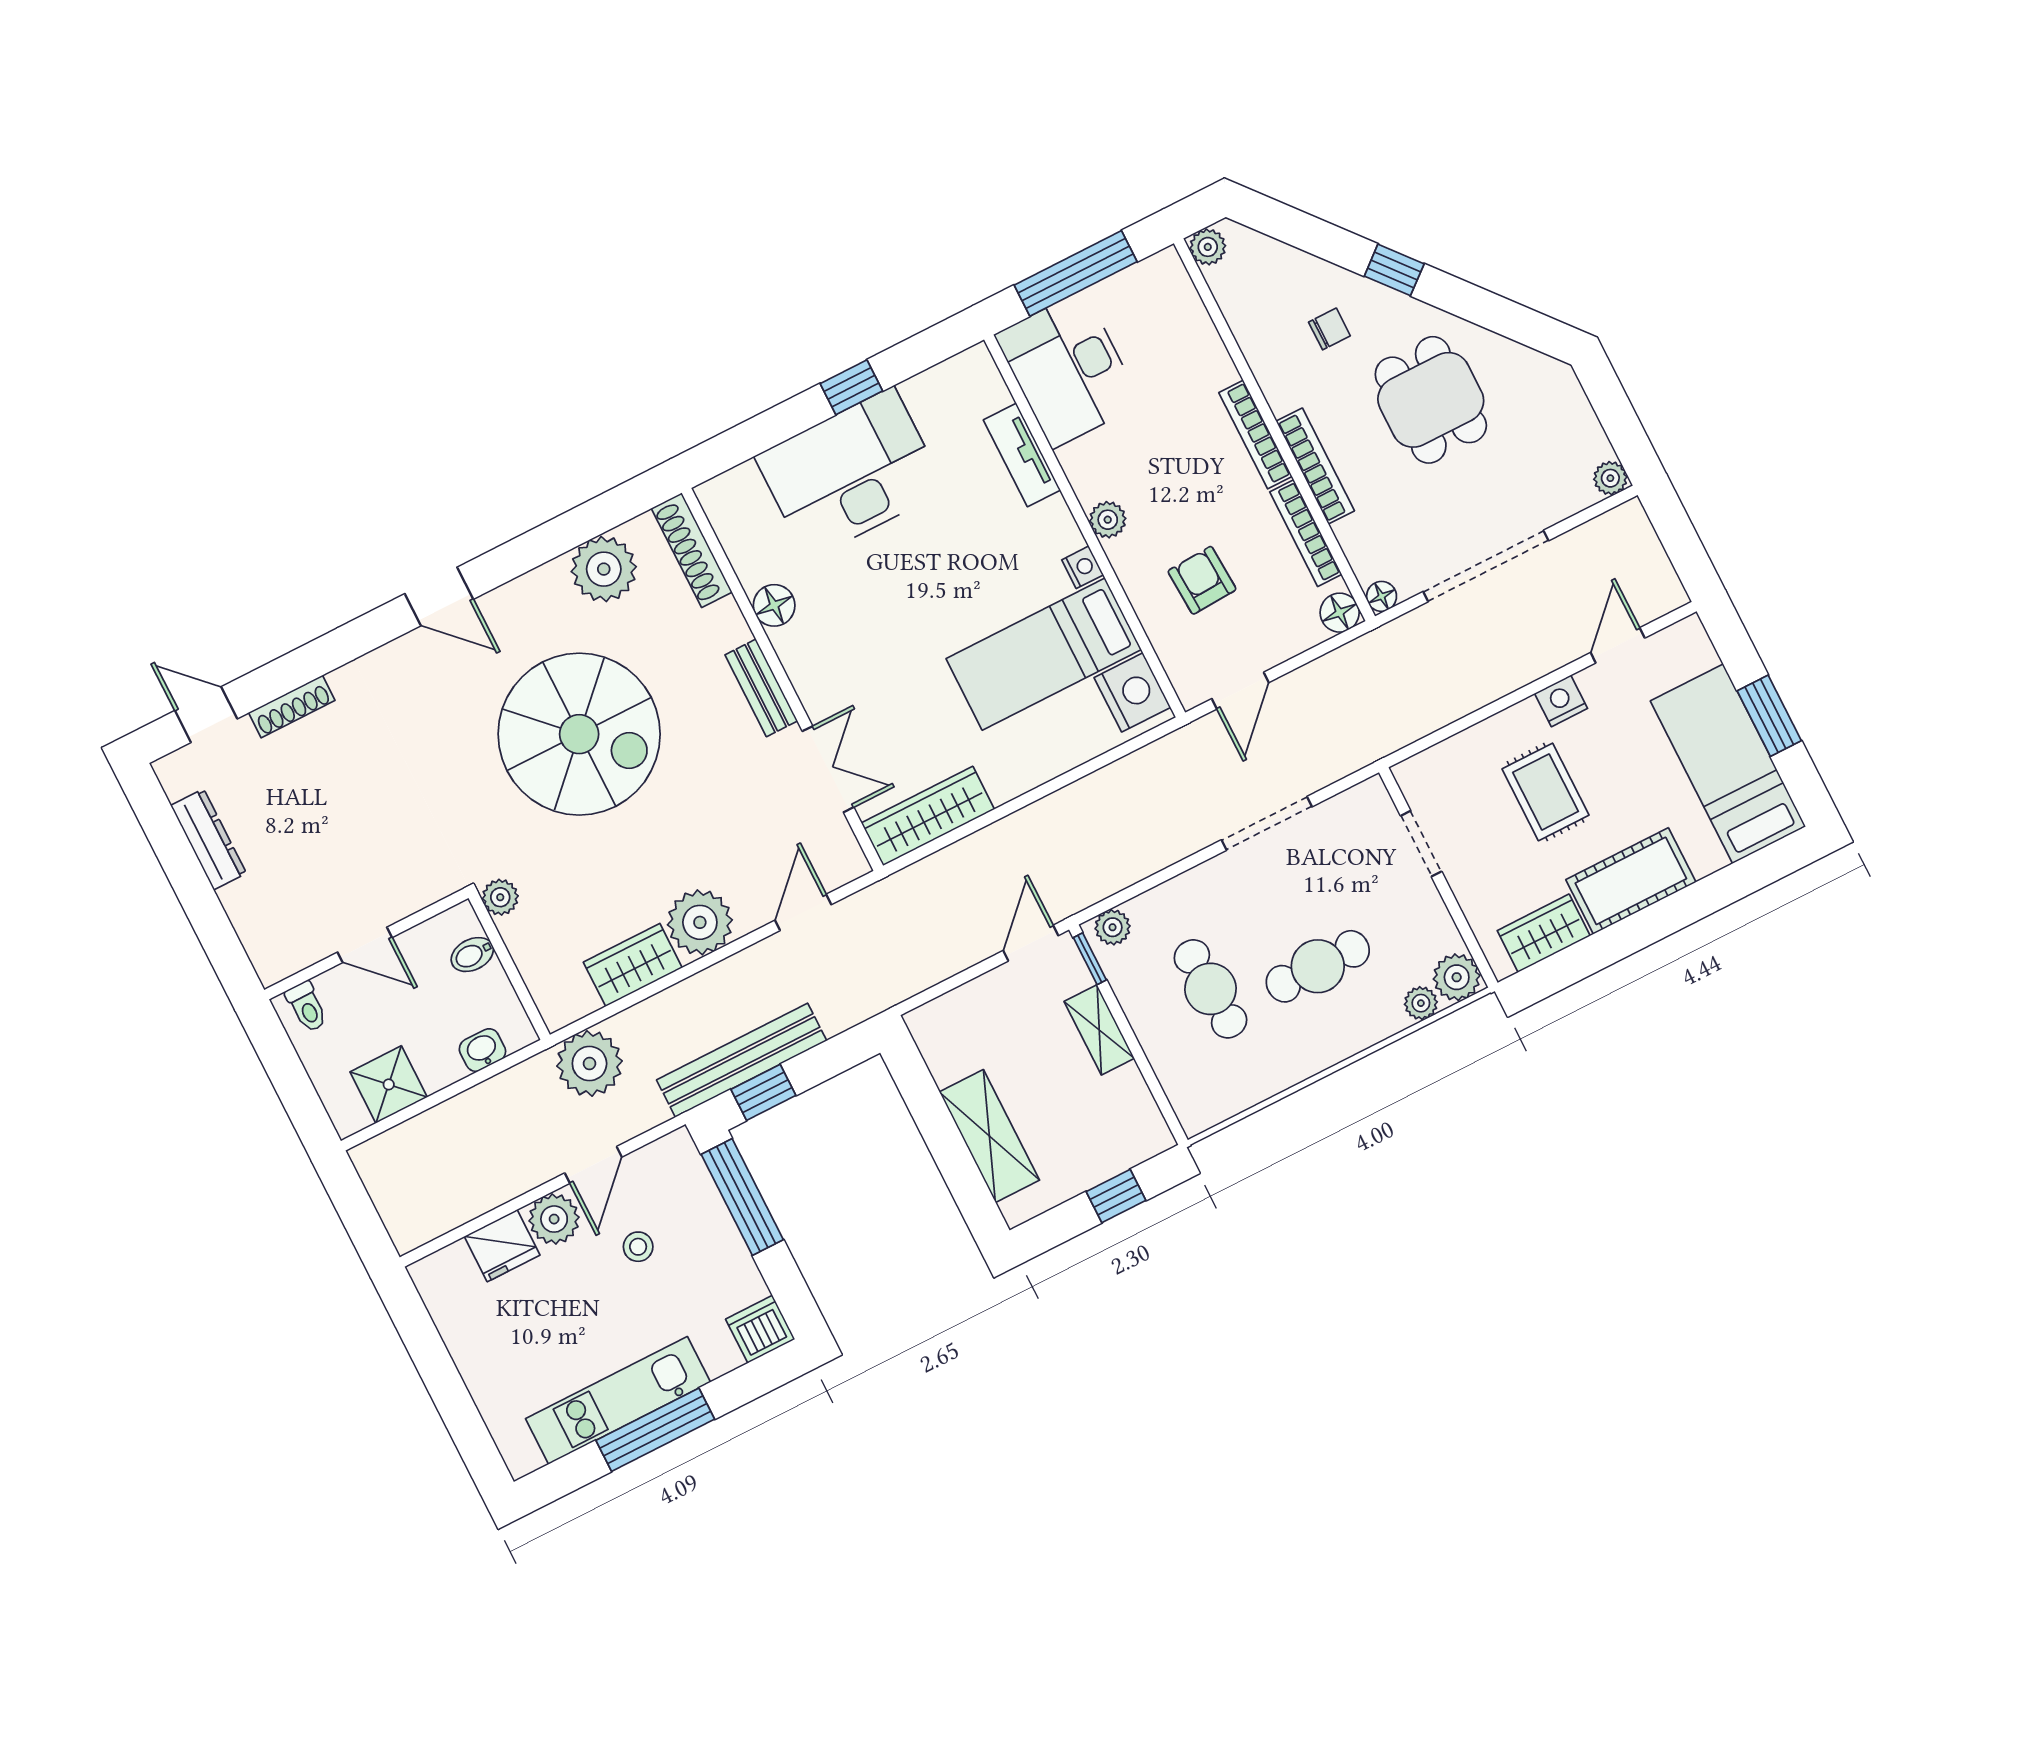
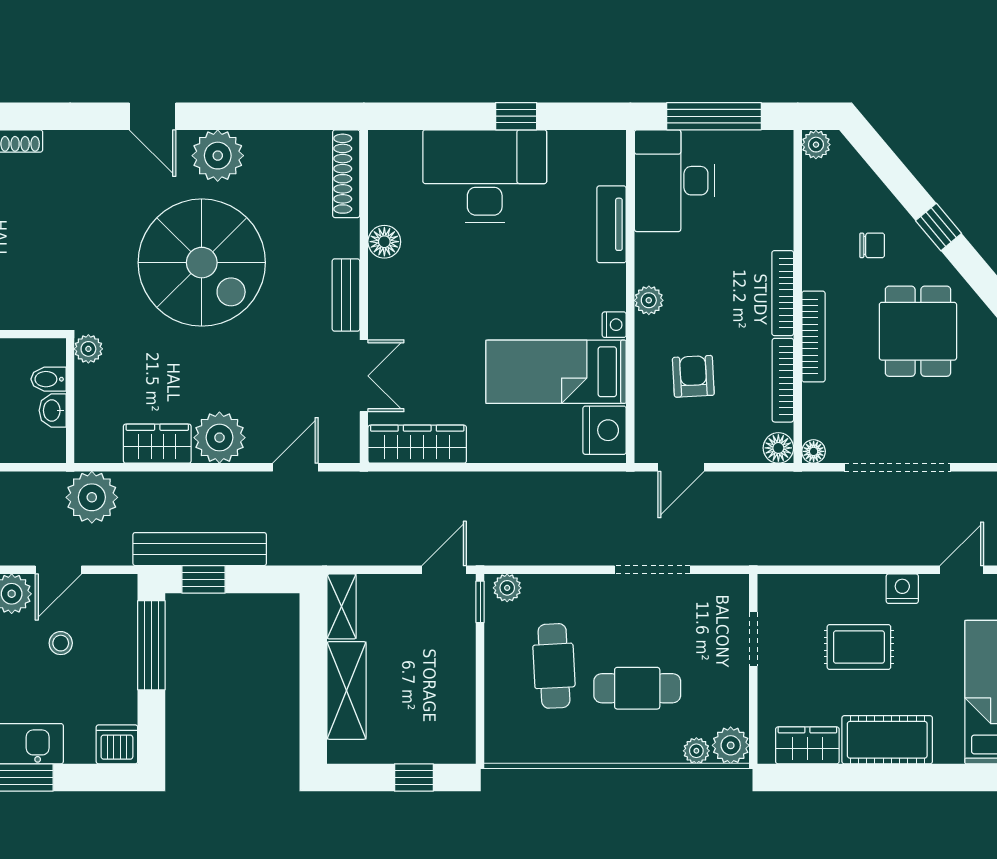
plant: (604, 569) -> (218, 156), moved
rug: (1546, 792) -> (859, 647), turned 90
shelving: (1099, 1030) -> (342, 606), moved
washbasin: (482, 1050) -> (53, 410), moved, turned -90

